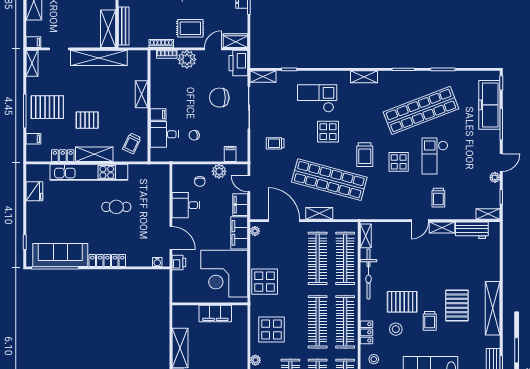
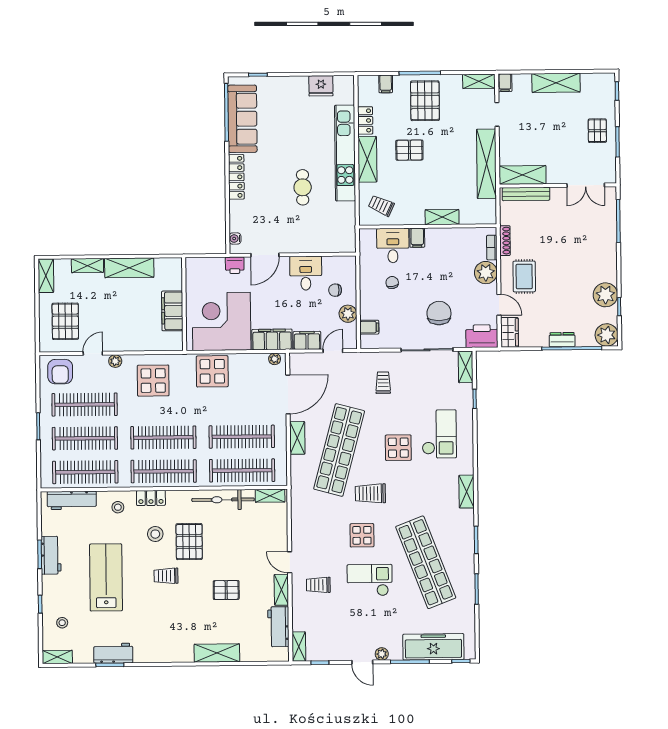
pallet: (87, 120) -> (409, 150), turned 90
plant: (495, 177) -> (382, 654), moved
pallet: (457, 306) -> (226, 590), moved, width x0.67, depth x0.71
shelving: (493, 308) -> (217, 653), moved, width x0.68

